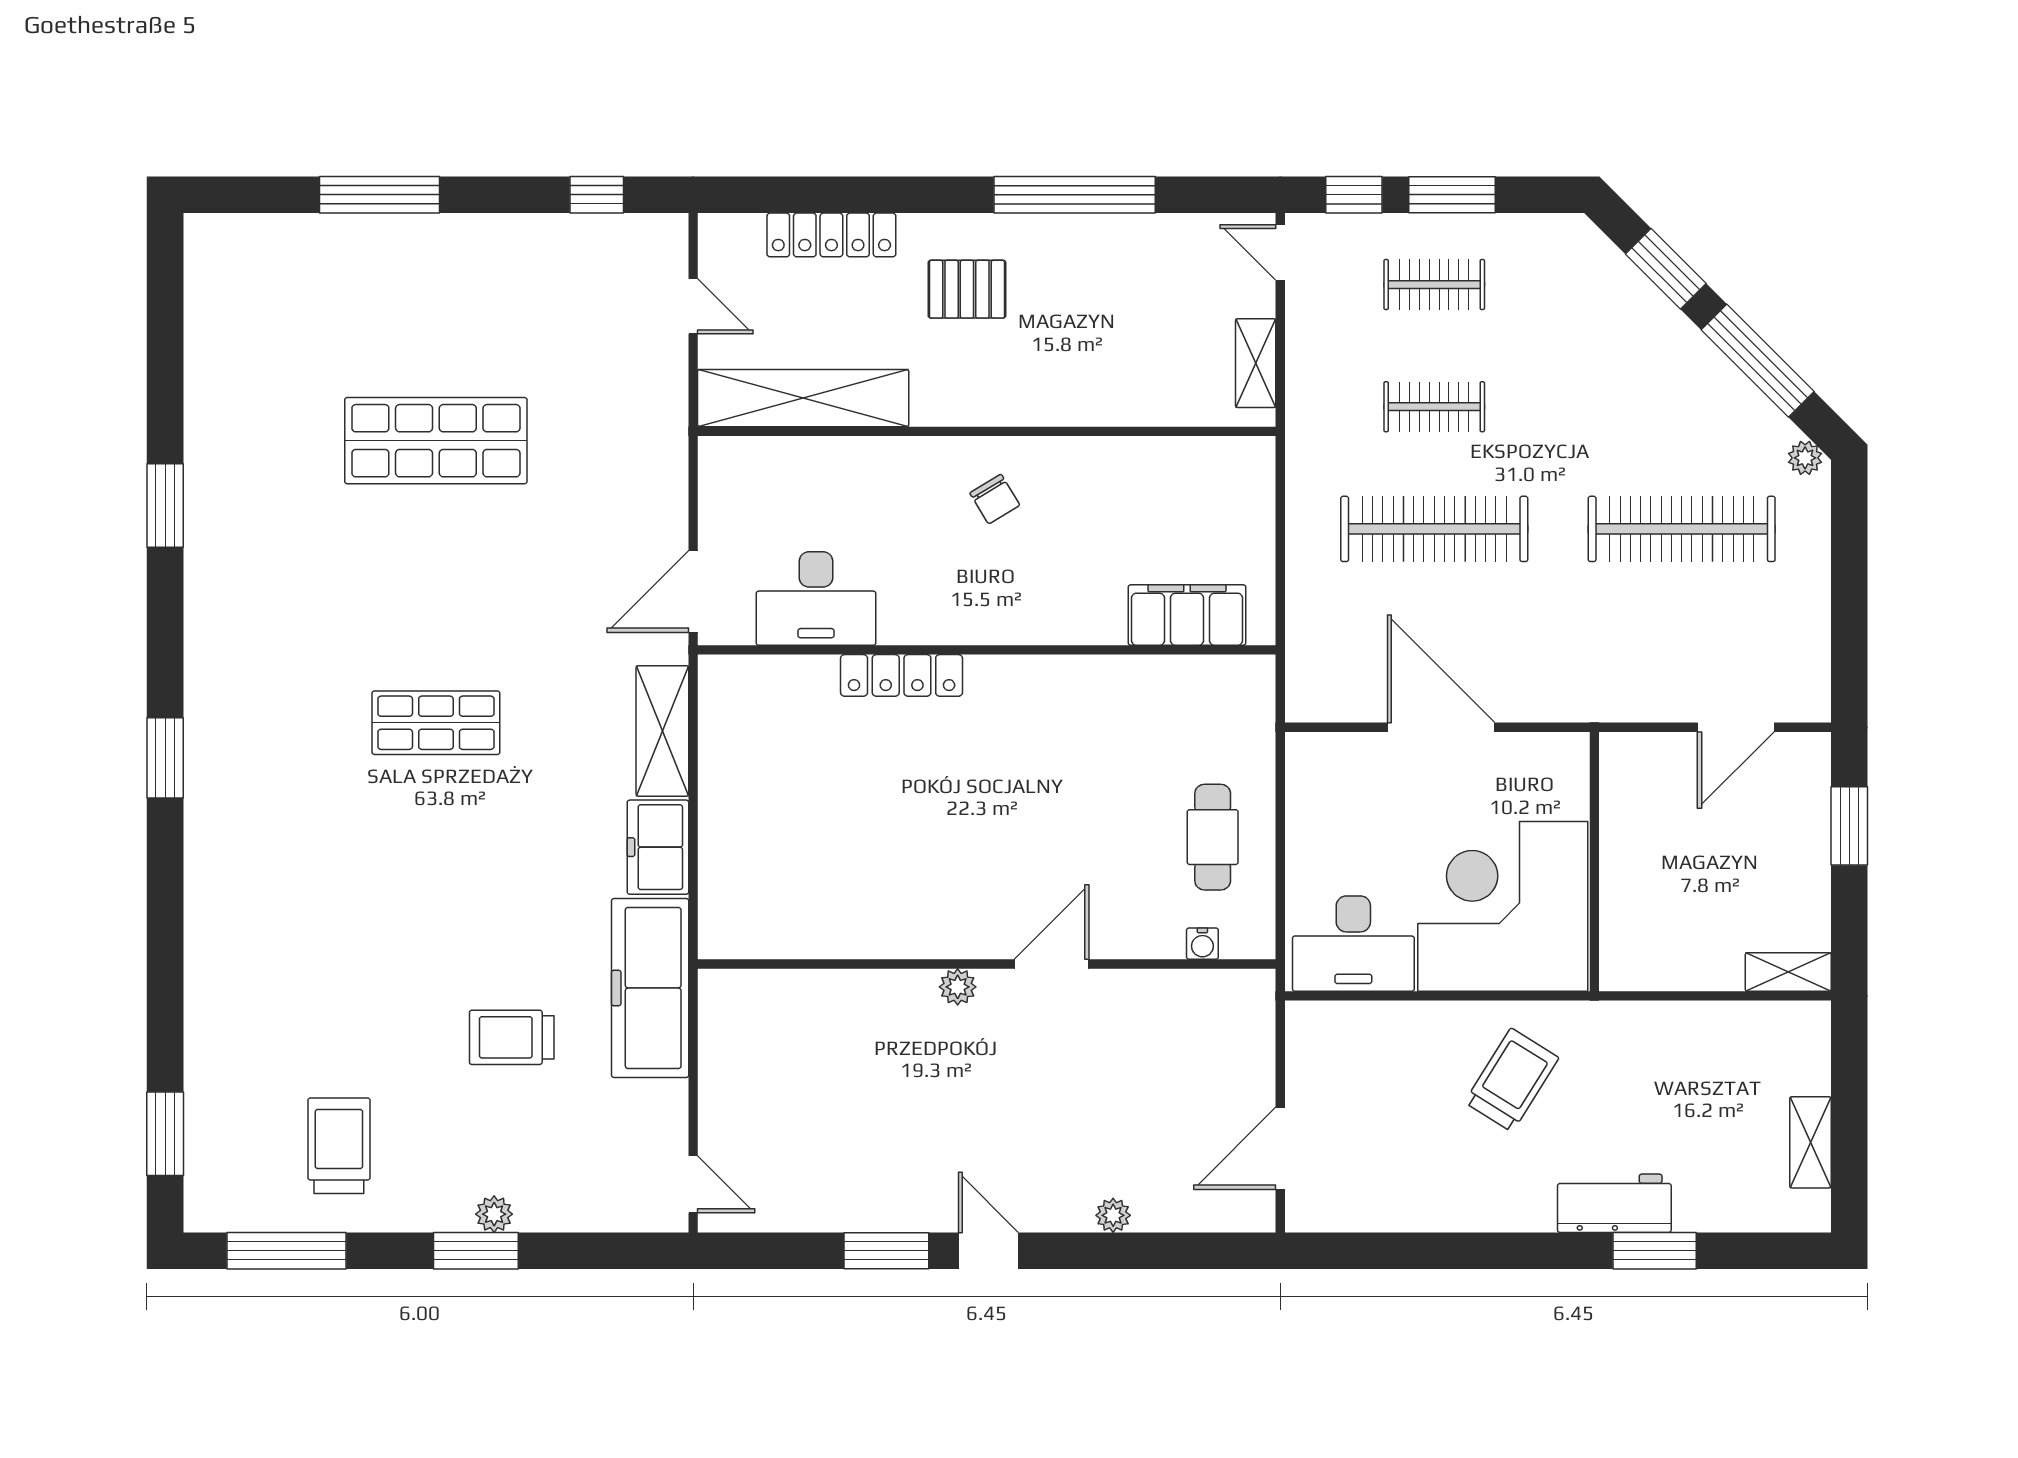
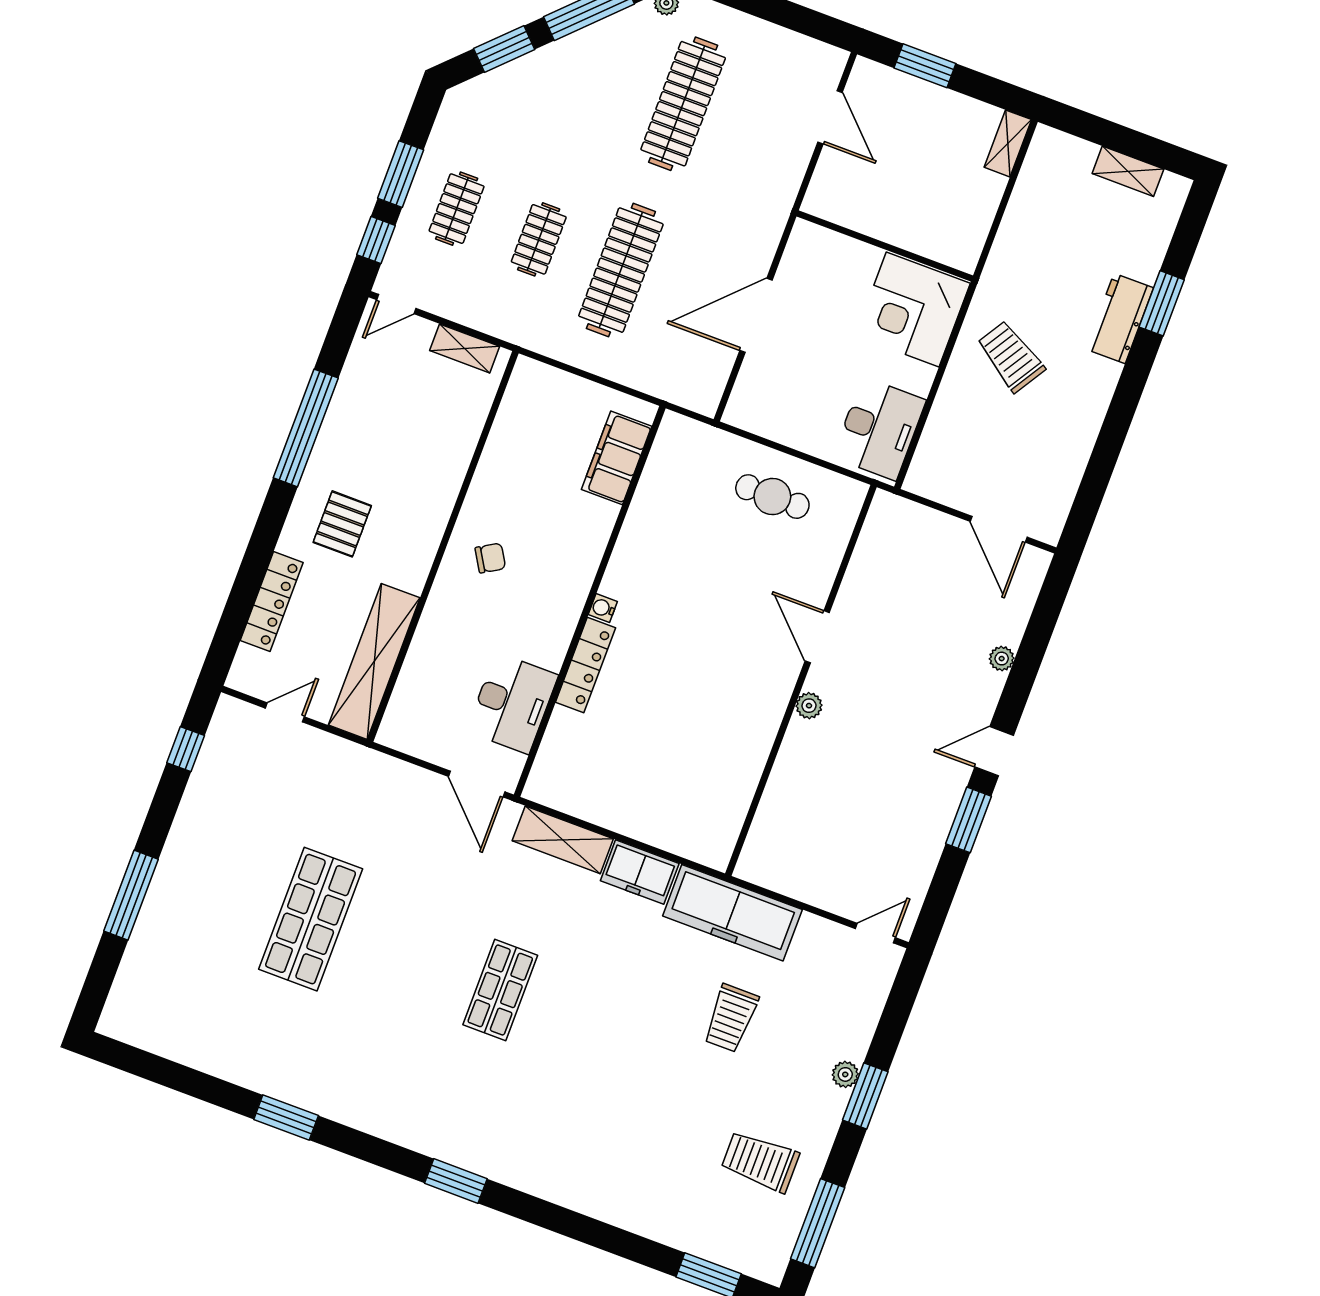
corner desk: (1503, 906) -> (913, 309), width x0.74, depth x0.74
water cooler: (1202, 944) -> (603, 608), moved, turned 180

